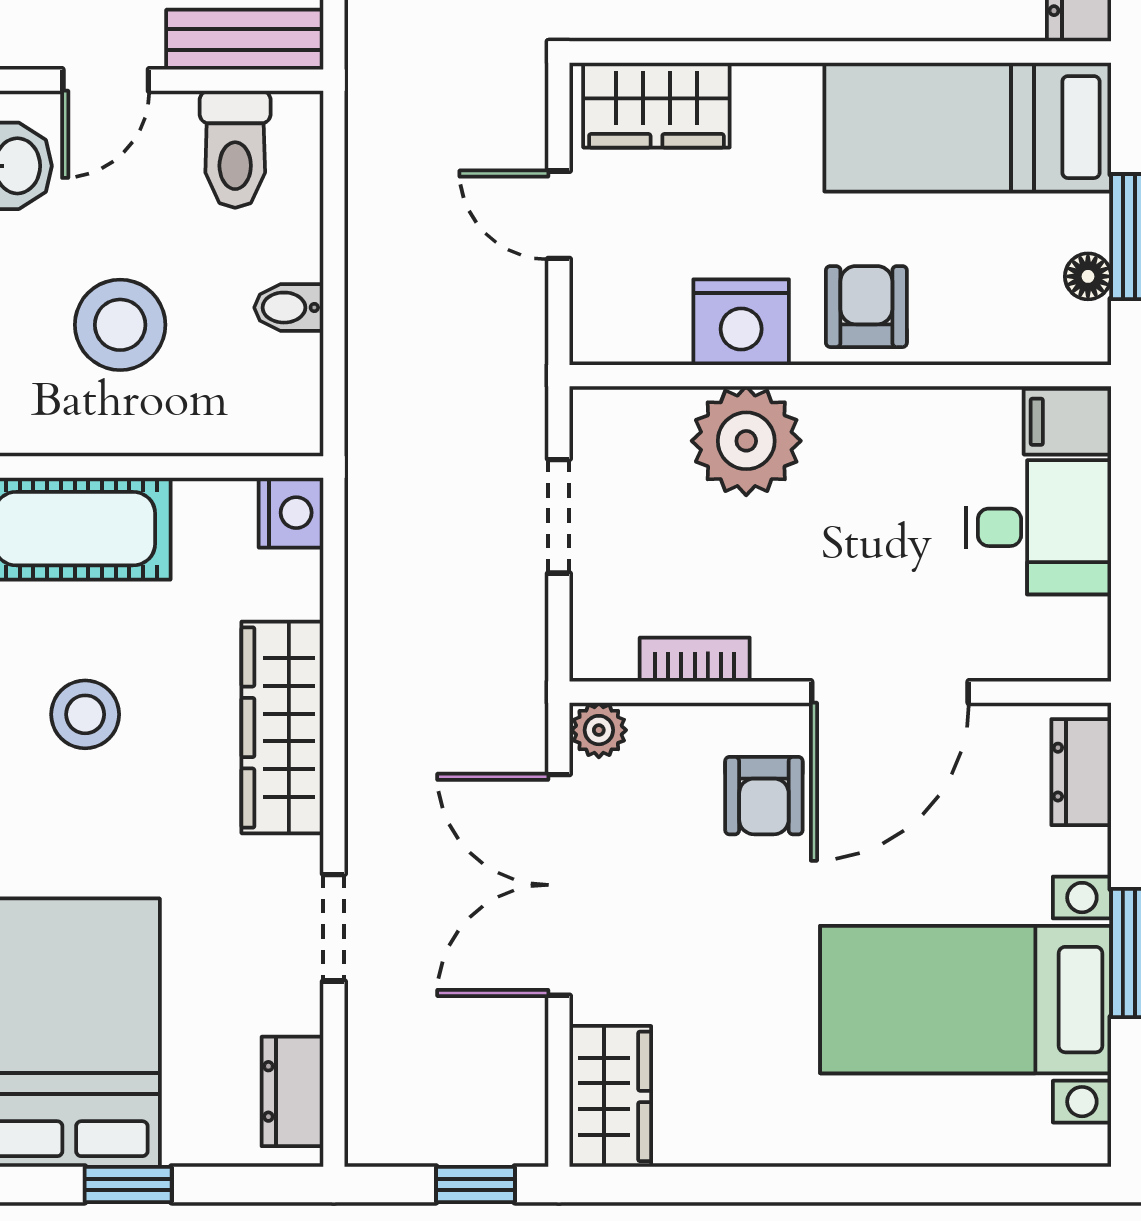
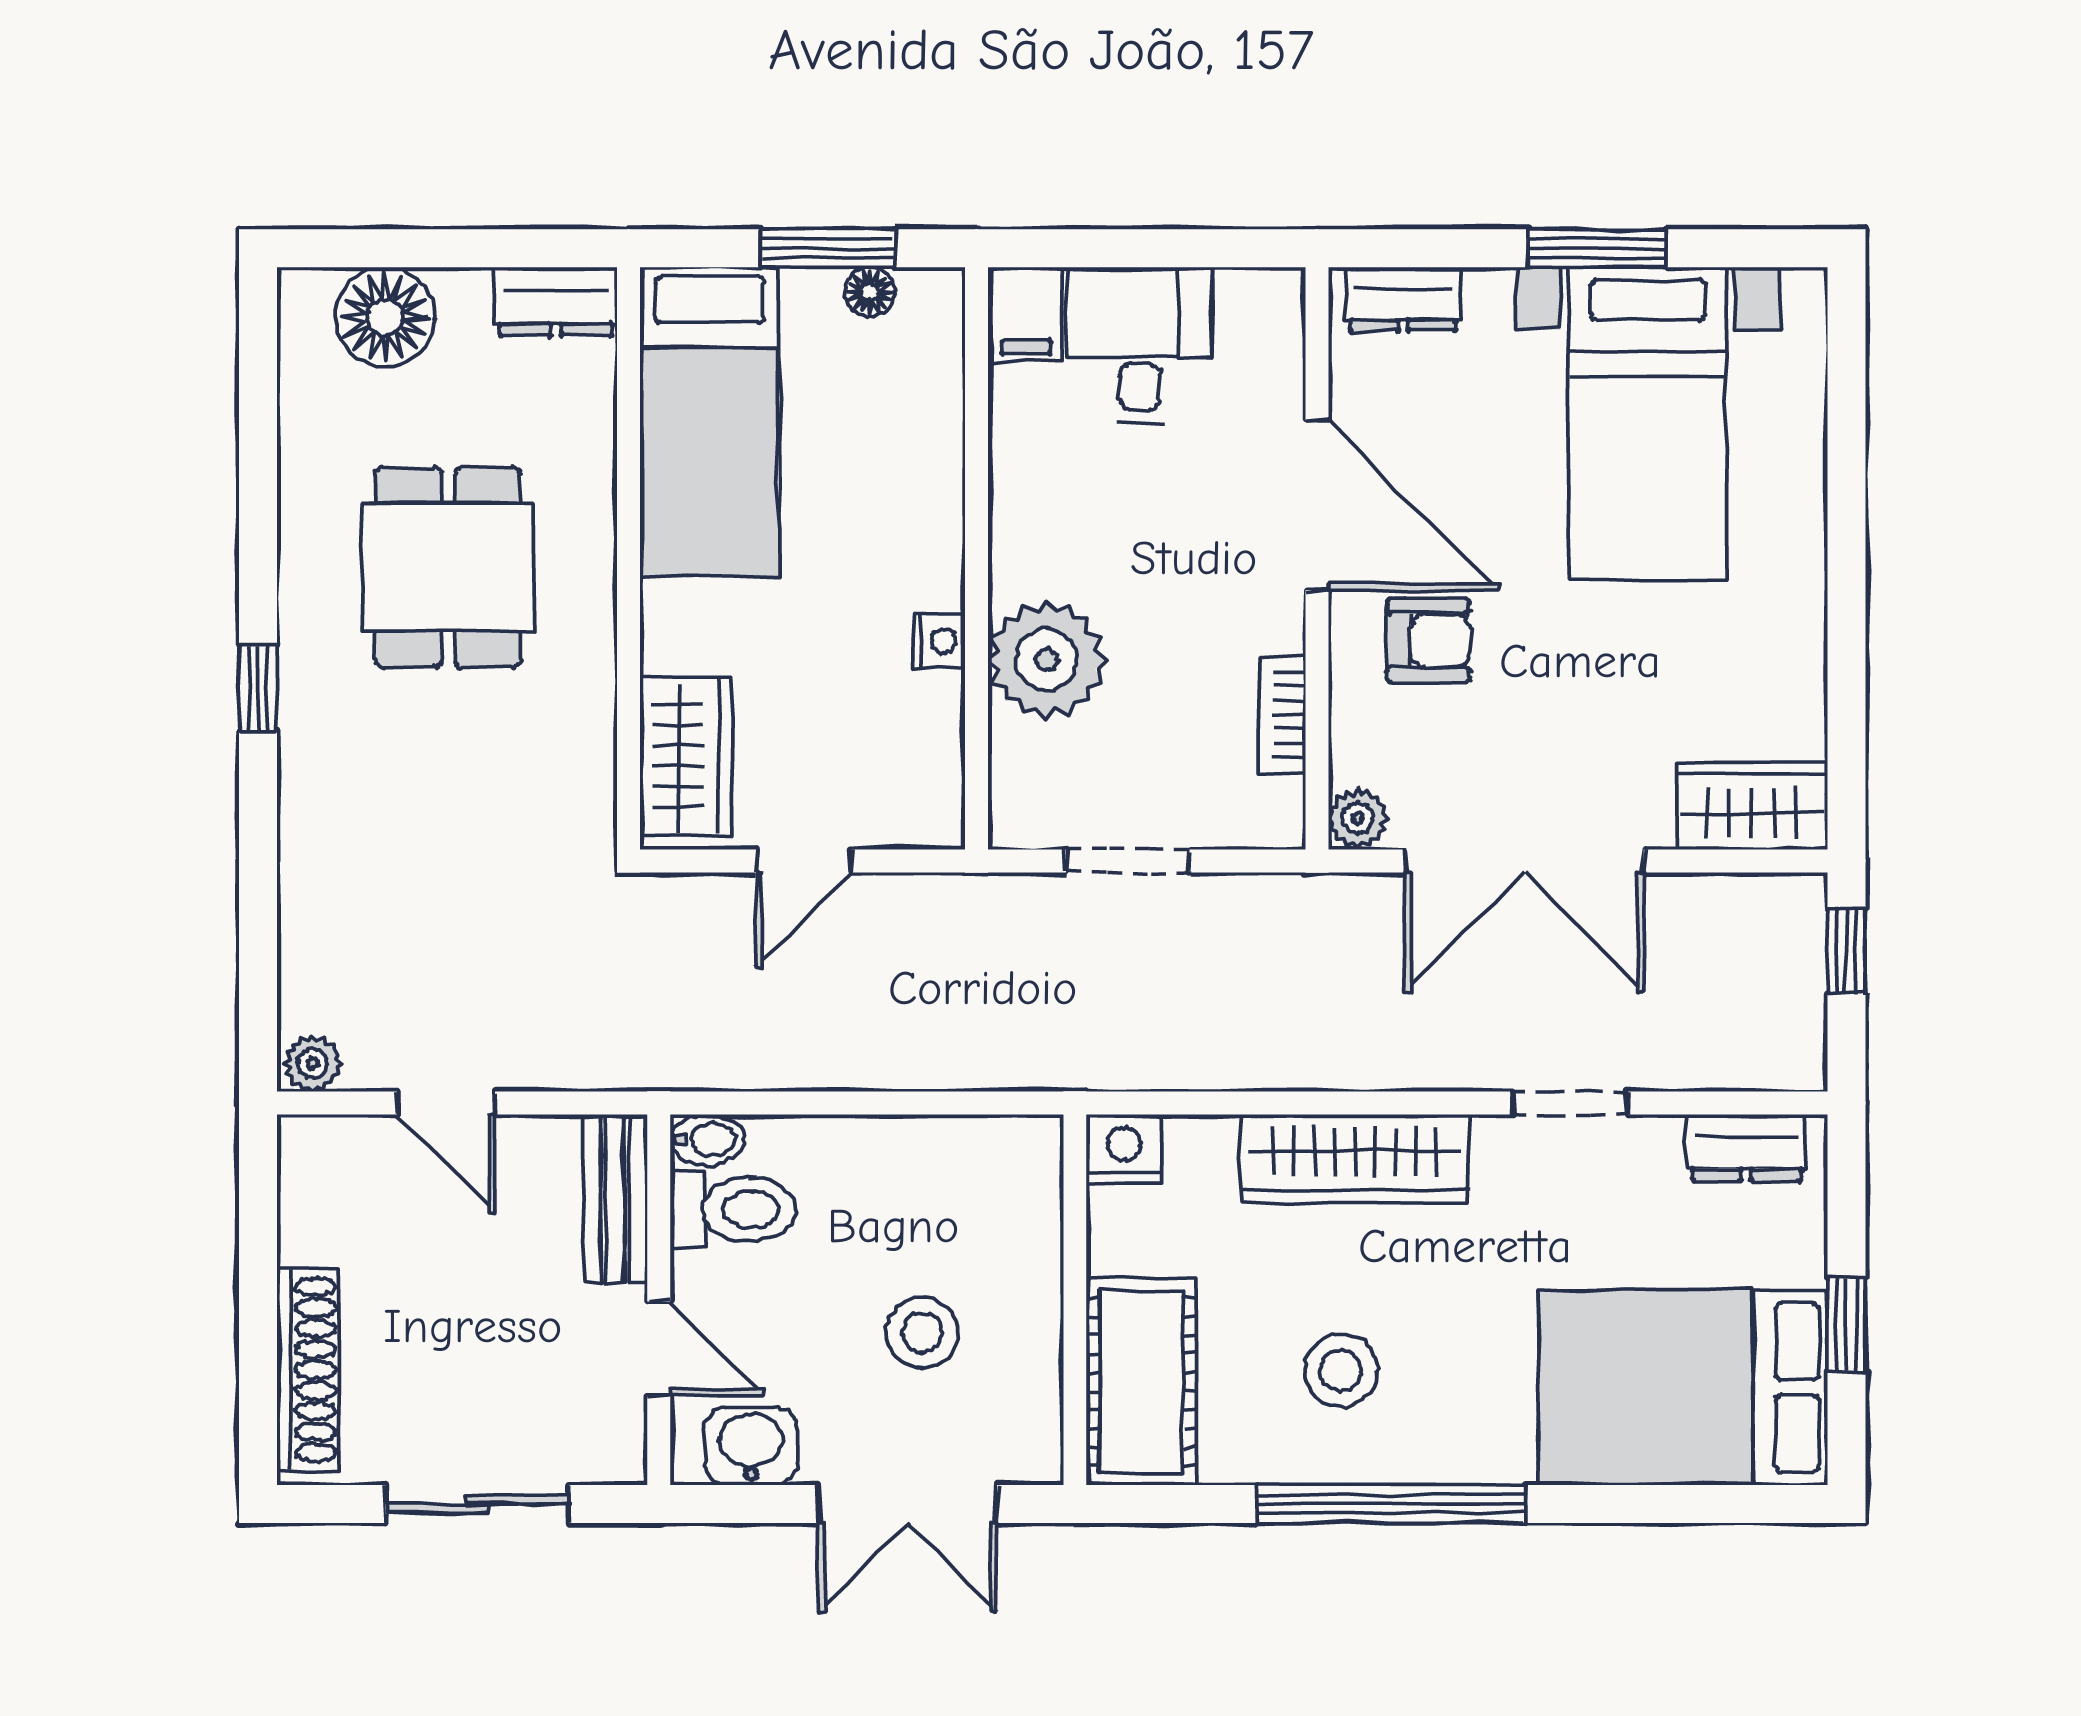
armchair: (866, 307) -> (902, 530), removed
bidet: (289, 308) -> (707, 1140), moved, turned -90
nightstand: (741, 322) -> (940, 641), width x0.53, depth x0.56
stool: (120, 325) -> (922, 1333), width x0.73, depth x0.73

